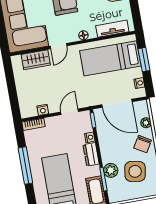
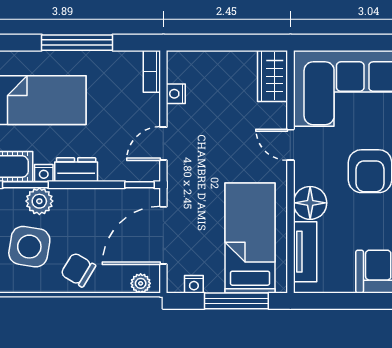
floor lamp: (83, 35) -> (310, 203), width x1.89, depth x1.89
wardrobe: (36, 60) -> (272, 76), moved
window: (144, 60) -> (236, 301), width x1.44
door: (70, 112) -> (163, 144), swing flipped
plant: (146, 123) -> (141, 283), moved
nightstand: (90, 137) -> (44, 173), moved

